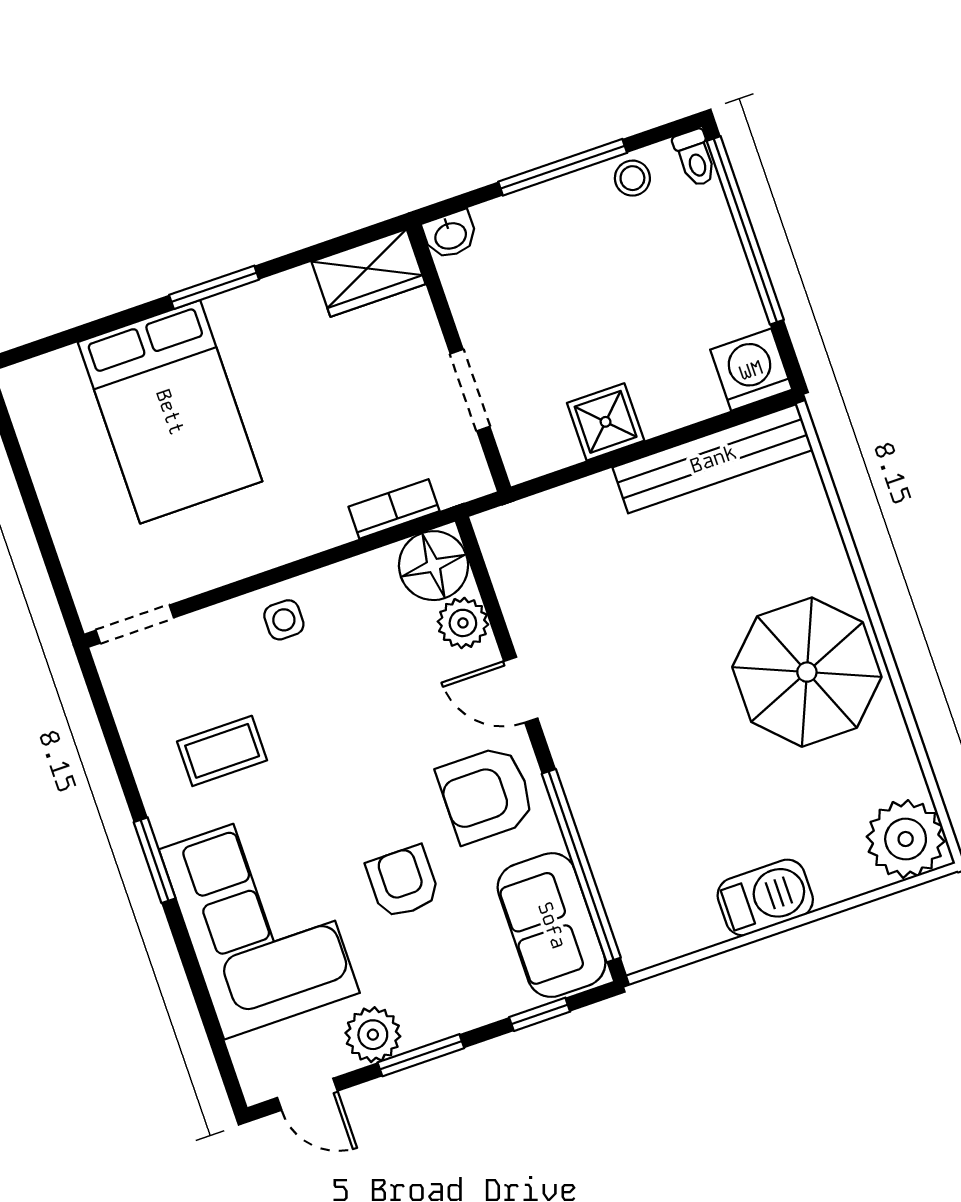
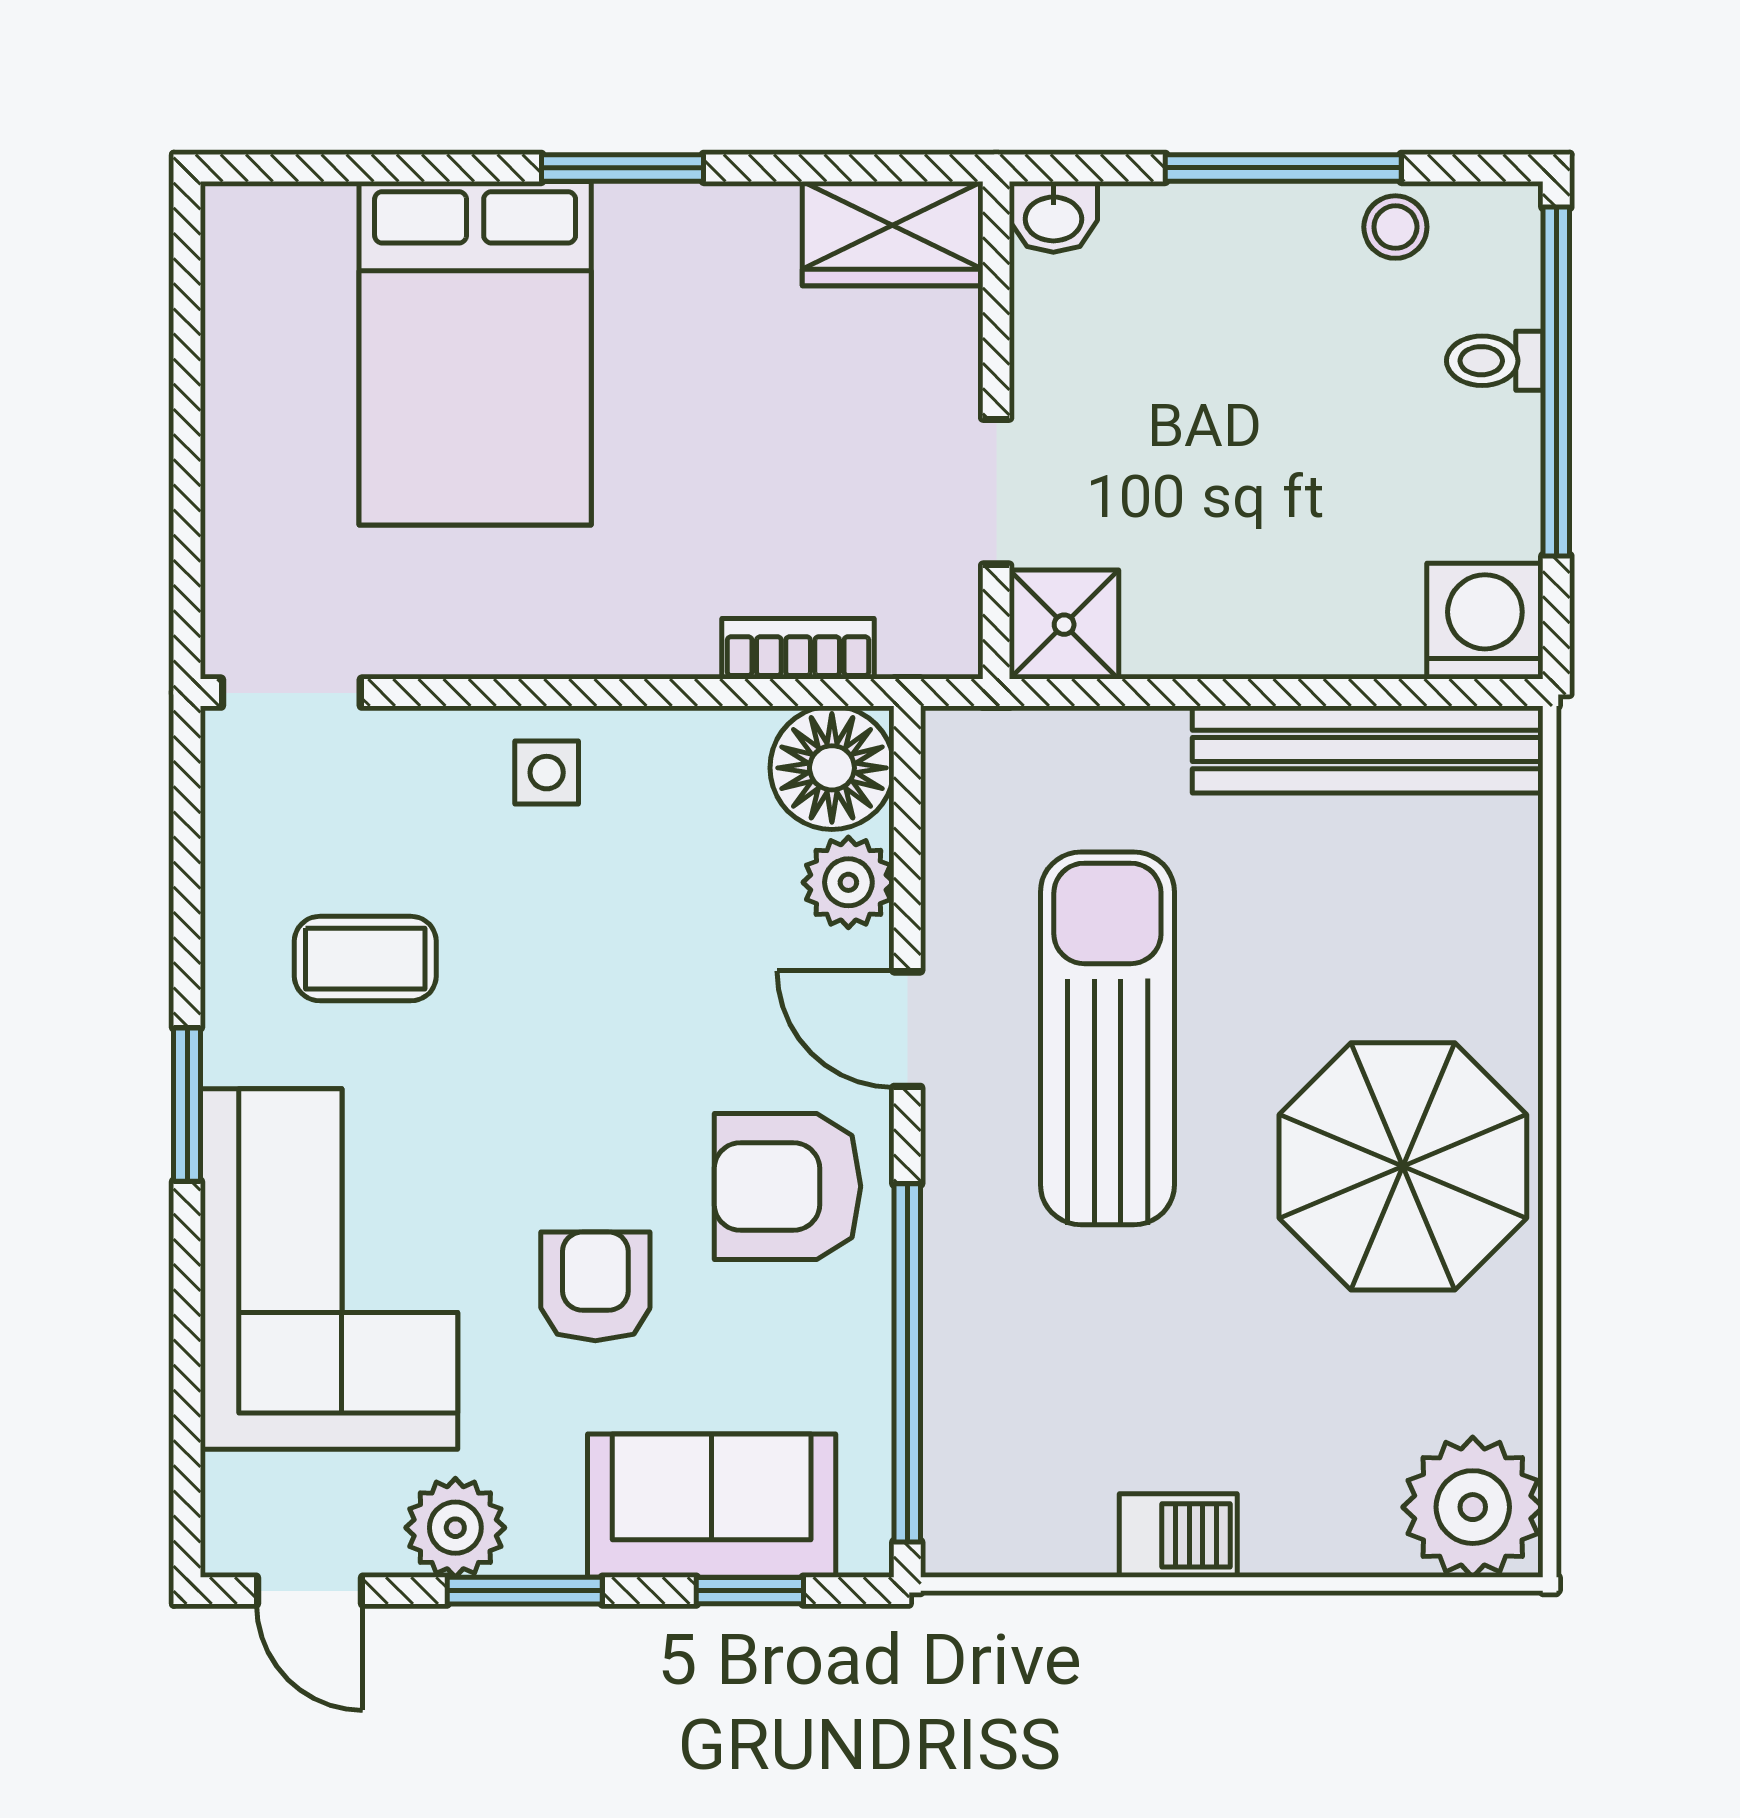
toilet: (695, 158) -> (1495, 361), moved, turned 90
shower: (606, 422) -> (1064, 625), moved
sun lounger: (628, 658) -> (1107, 1038), added
barbecue: (765, 898) -> (1178, 1535), width x0.73, depth x0.79
sofa: (552, 925) -> (712, 1506), moved, turned 90

